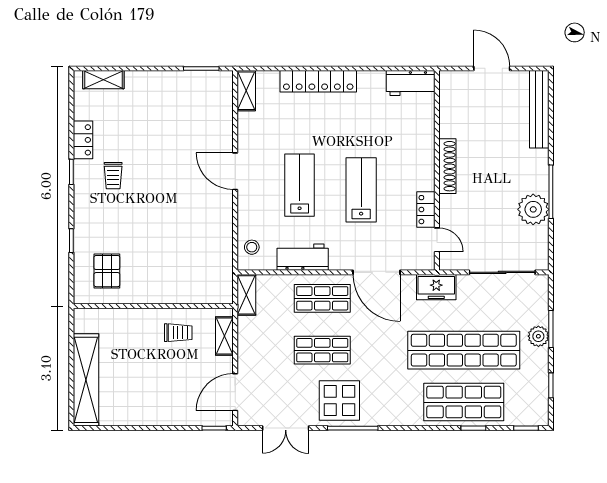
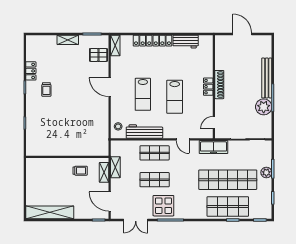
shelving: (103, 80) -> (68, 40), moved
workbench: (411, 83) -> (186, 42), moved
bench: (539, 109) -> (267, 78), moved
lab bench: (300, 185) -> (143, 94), turned 180
lab bench: (361, 190) -> (175, 97), turned 180
locker: (426, 210) -> (208, 87), moved
door: (437, 240) -> (214, 123), swing flipped
workbench: (303, 257) -> (144, 132), width x1.38
pallet: (107, 271) -> (98, 55), moved, turned 90
door: (377, 272) -> (183, 139), width x0.53
freezer: (436, 287) -> (214, 147), width x1.40
shelving: (246, 295) -> (115, 167), moved
shelving: (86, 380) -> (50, 212), moved, turned 90
door: (235, 392) -> (110, 201), hinge flipped

